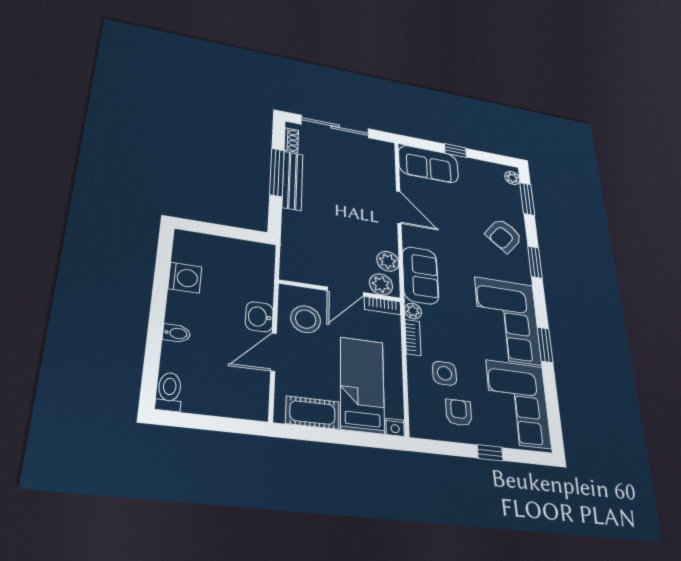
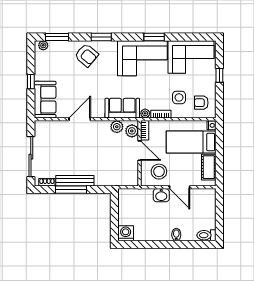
washing machine: (185, 278) -> (126, 233), moved
armchair: (459, 412) -> (201, 103), moved

